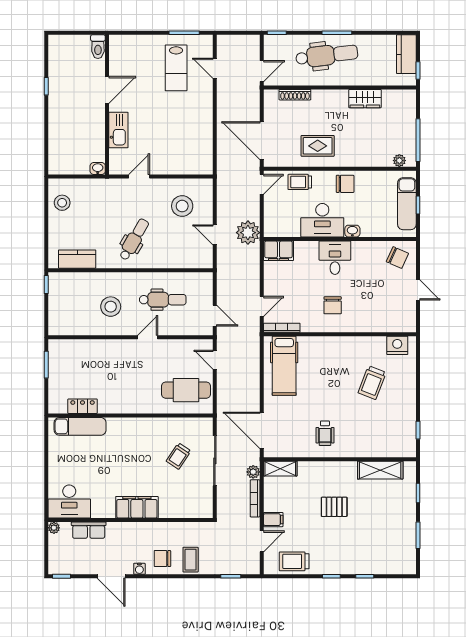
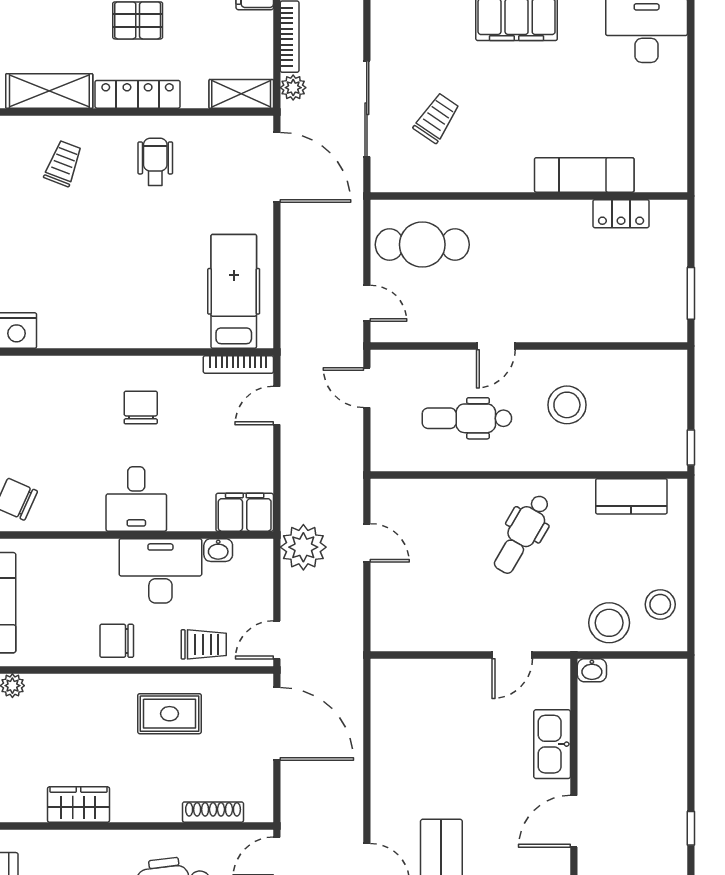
stool: (182, 206) -> (609, 623), moved
washbasin: (352, 231) -> (218, 550), moved
trolley: (372, 383) -> (63, 164), moved, width x0.73, depth x0.72
exam couch: (80, 426) -> (584, 175), moved
locker: (334, 468) -> (138, 94), added

